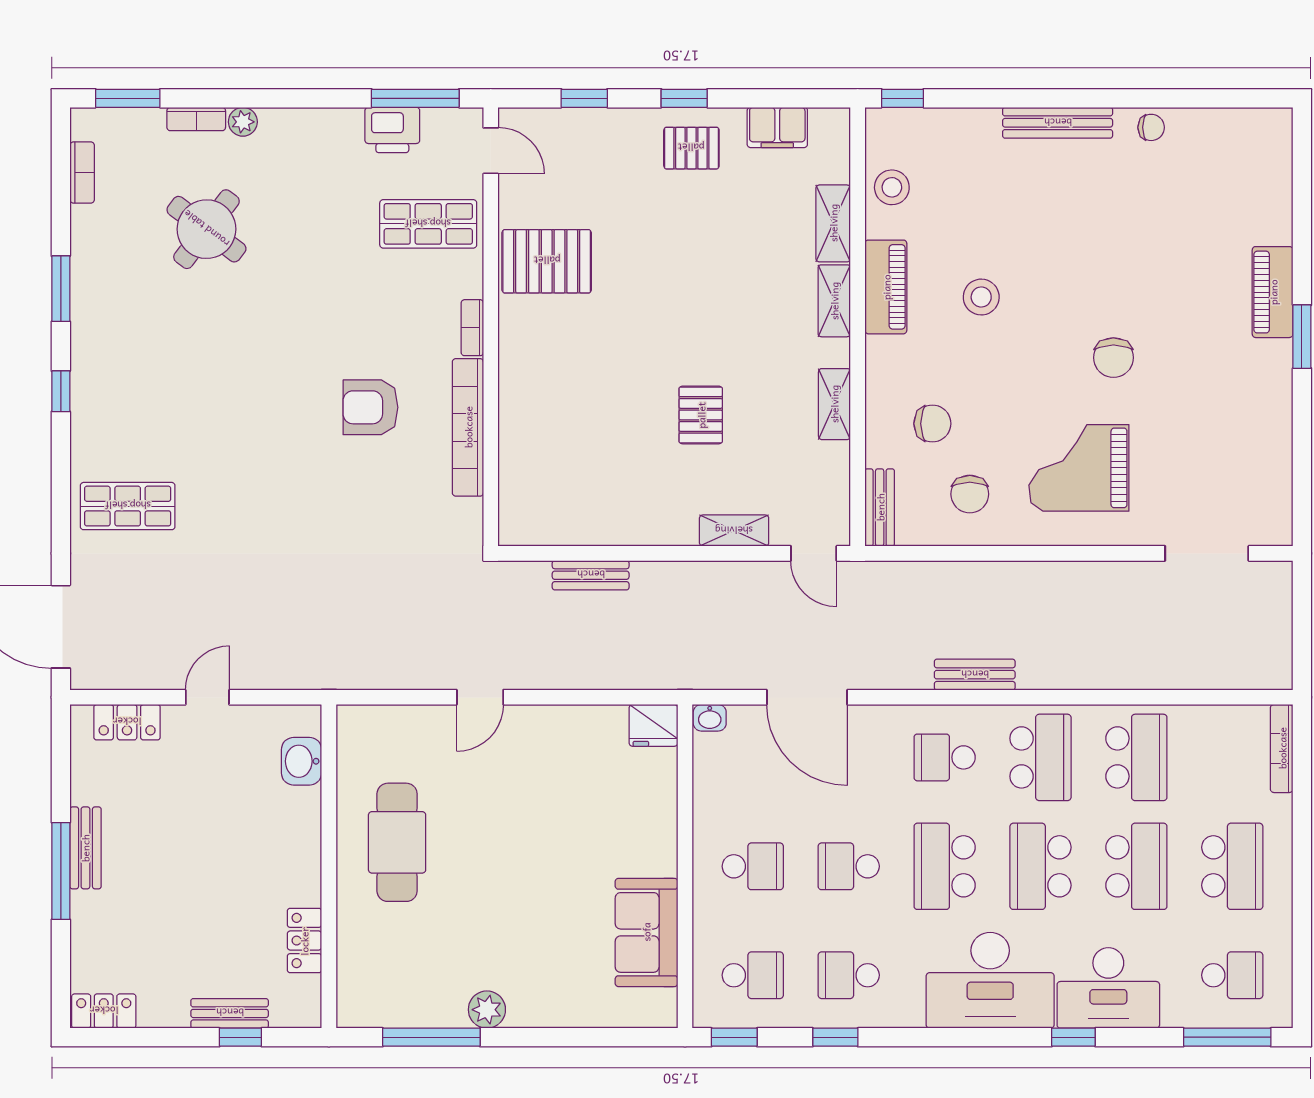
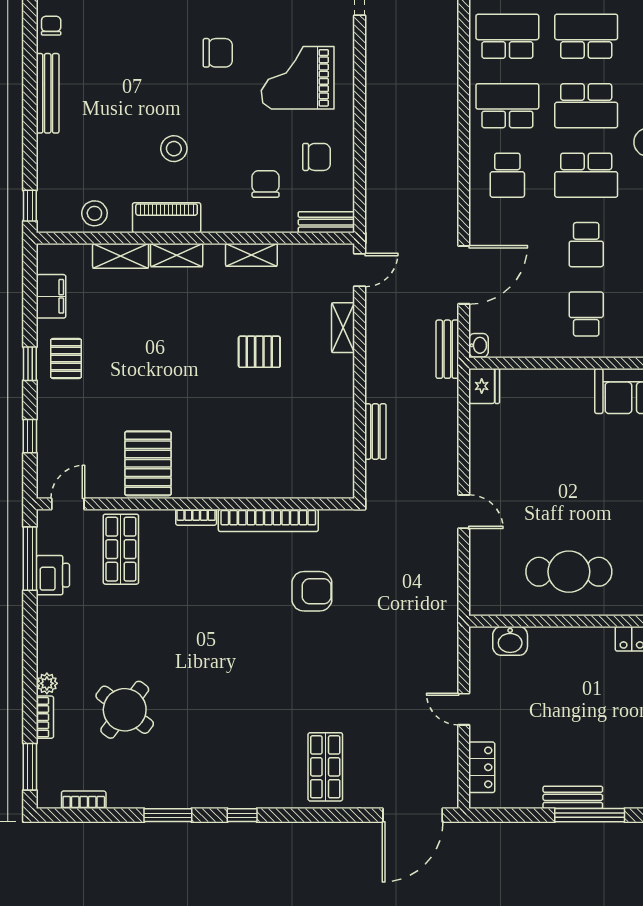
armchair: (370, 407) -> (312, 591), moved, turned -90
grand piano: (1079, 468) -> (298, 78), turned 90
bench: (975, 675) -> (447, 349), moved

